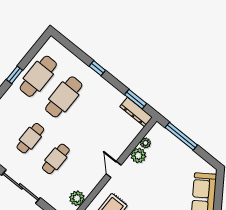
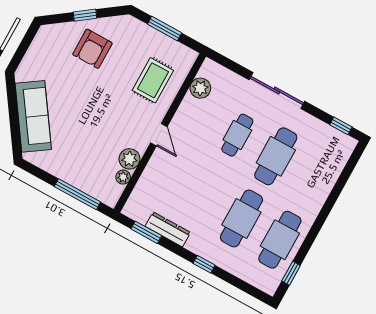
window: (14, 75) -> (291, 273), moved
dresser: (136, 112) -> (168, 229), moved
cafe table: (30, 138) -> (276, 156), width x1.37, depth x1.35

